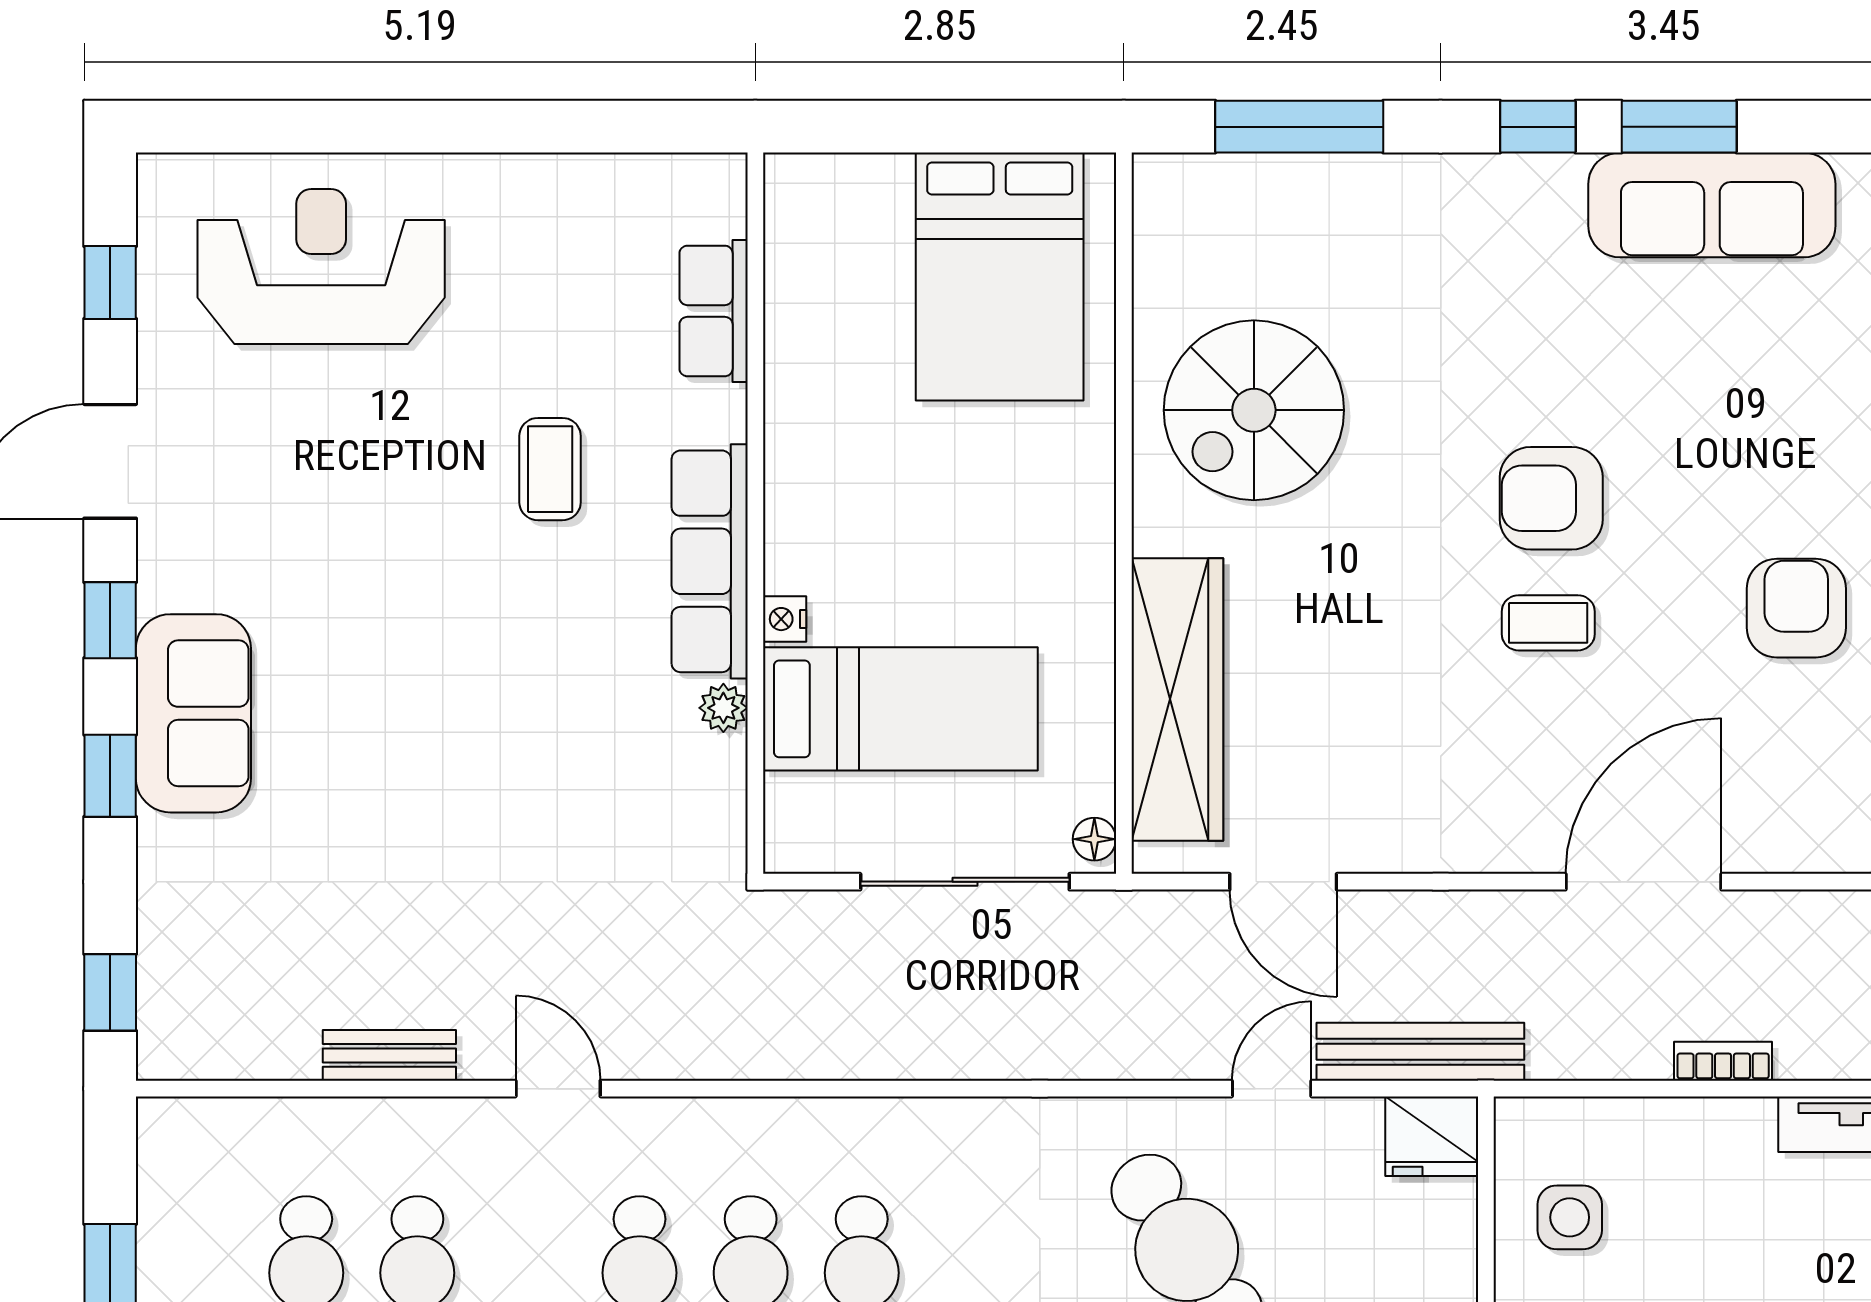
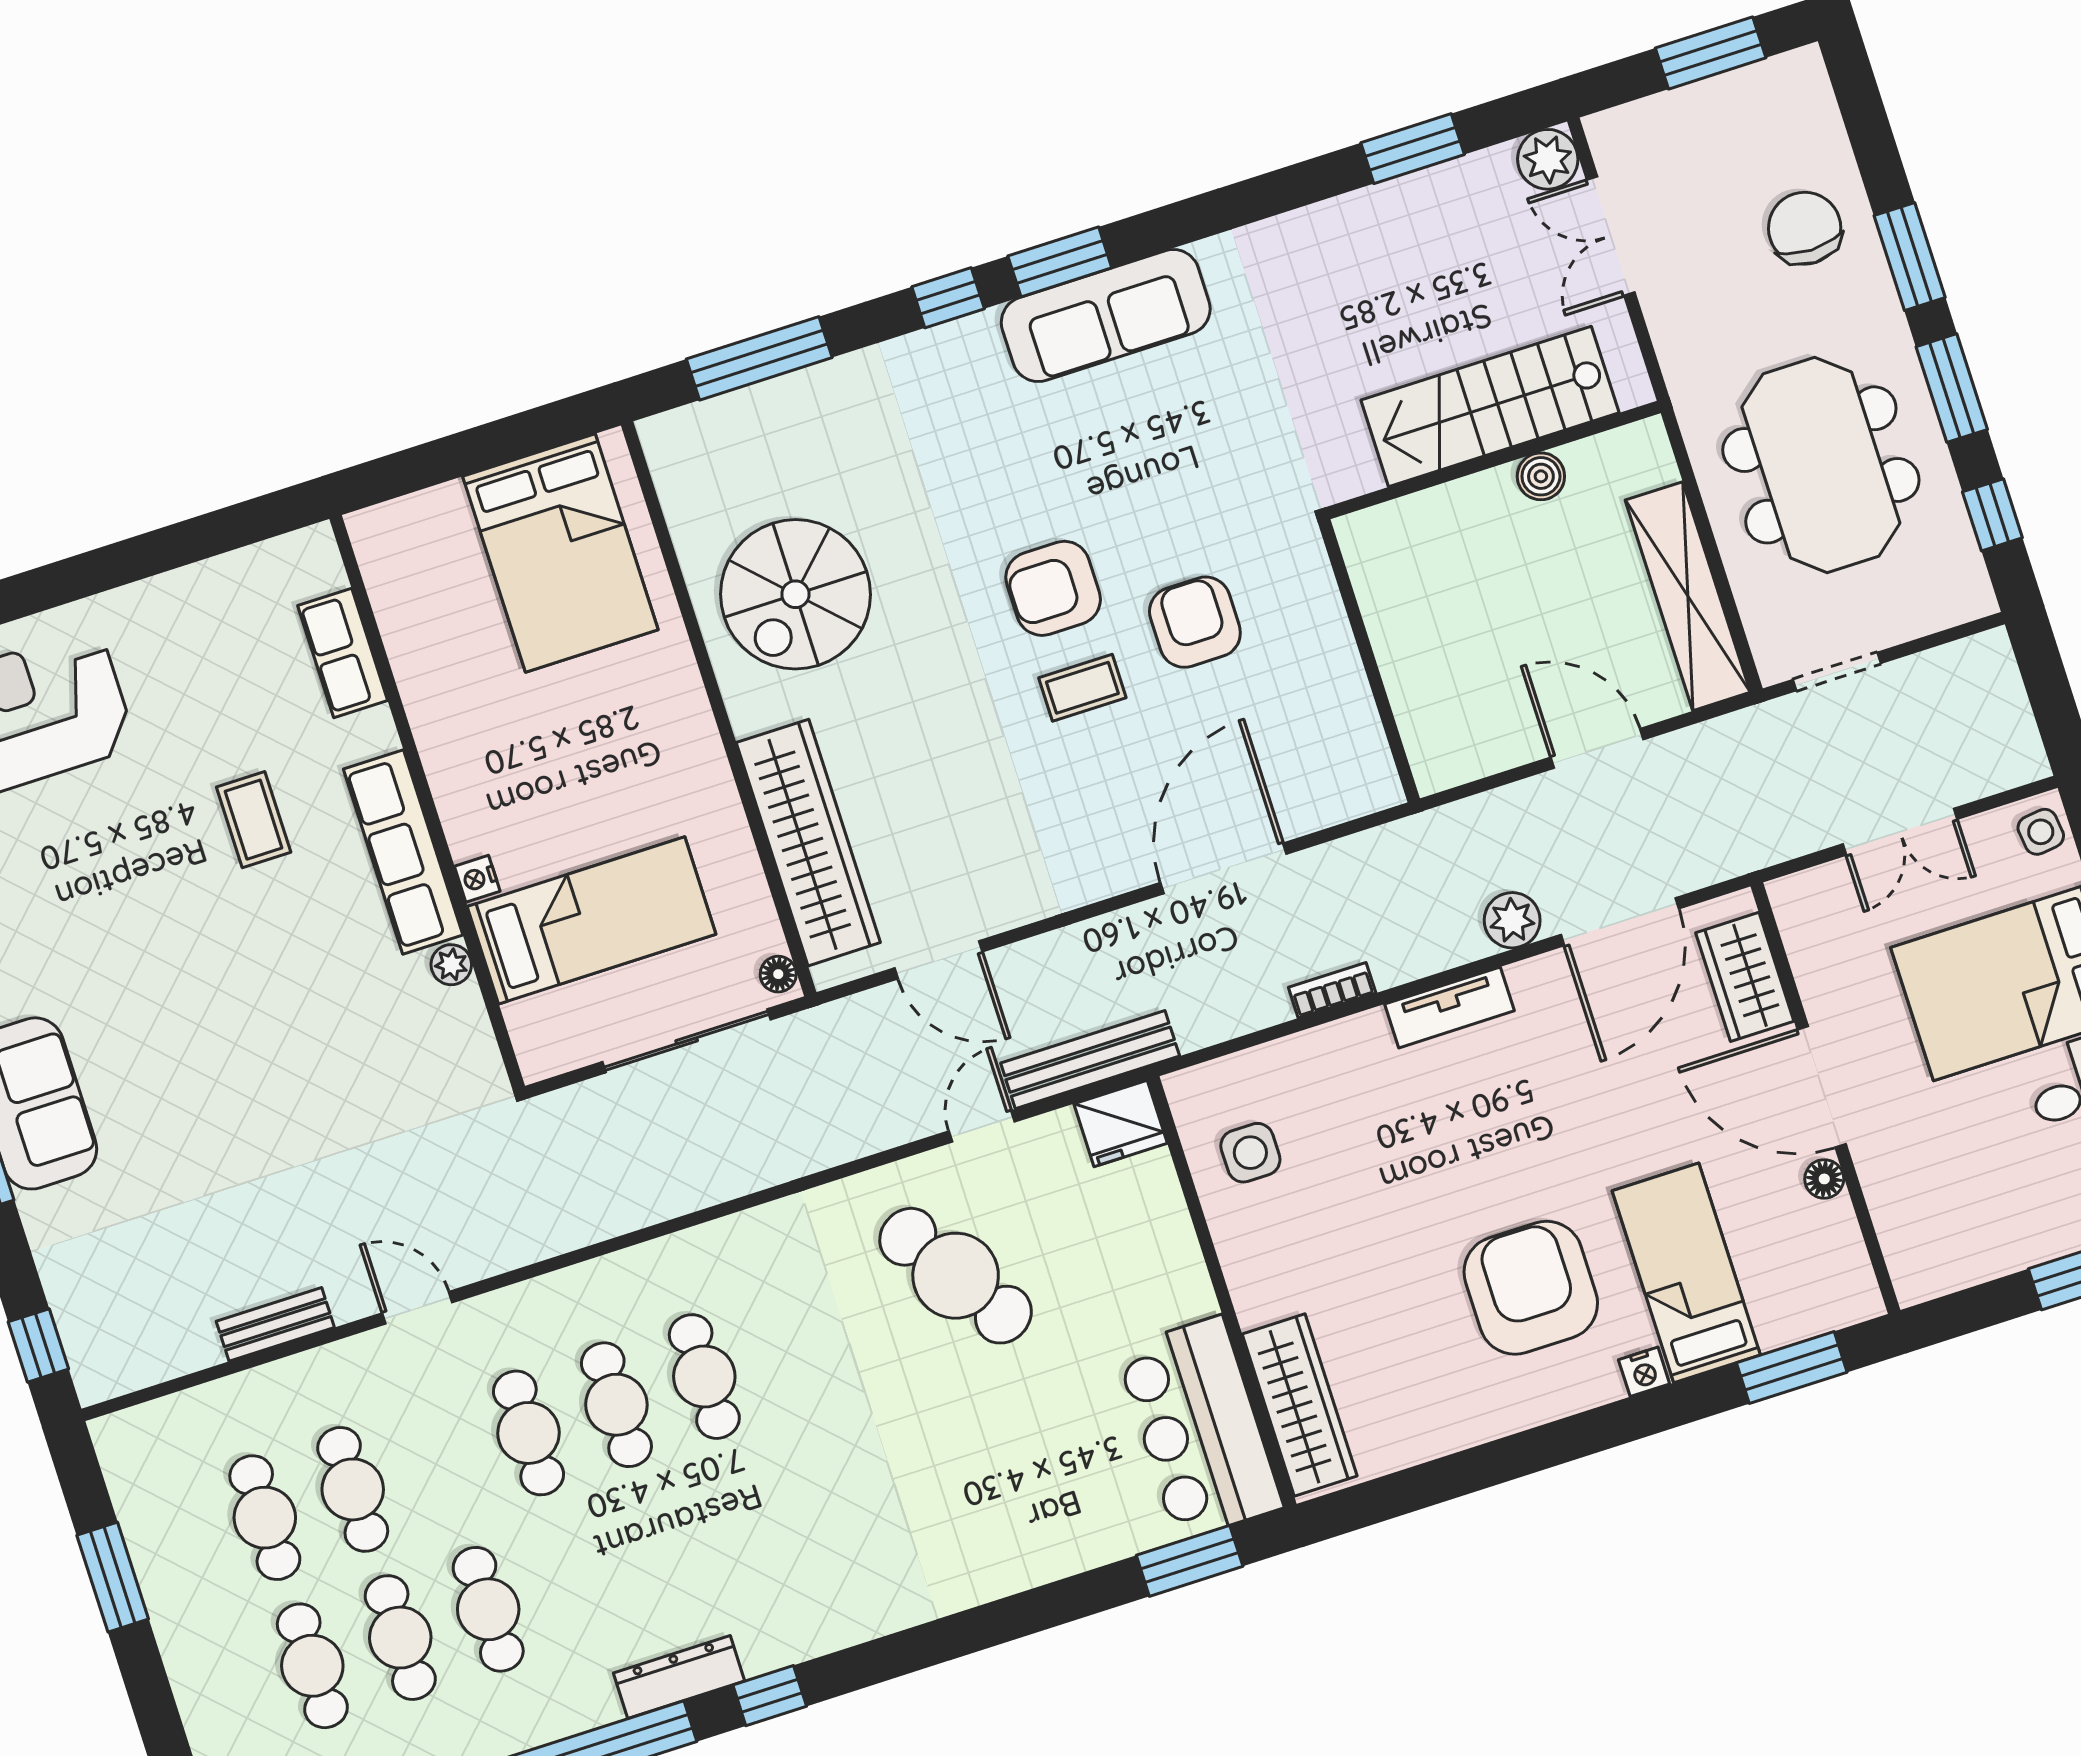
armchair: (1796, 608) -> (1195, 622), moved

